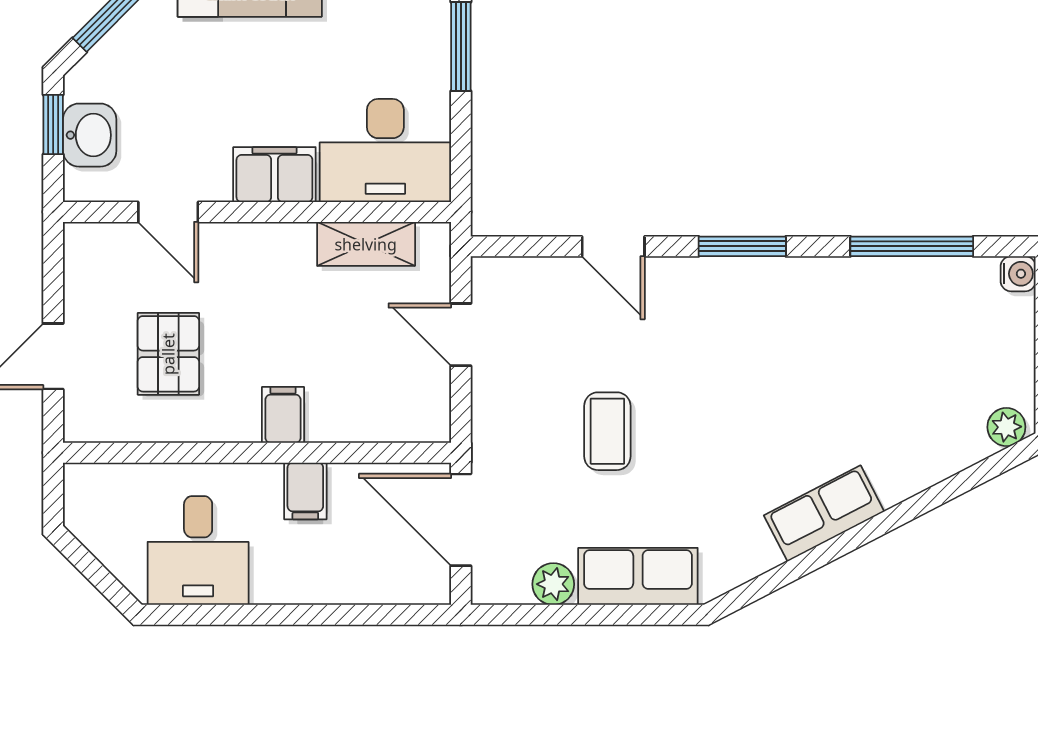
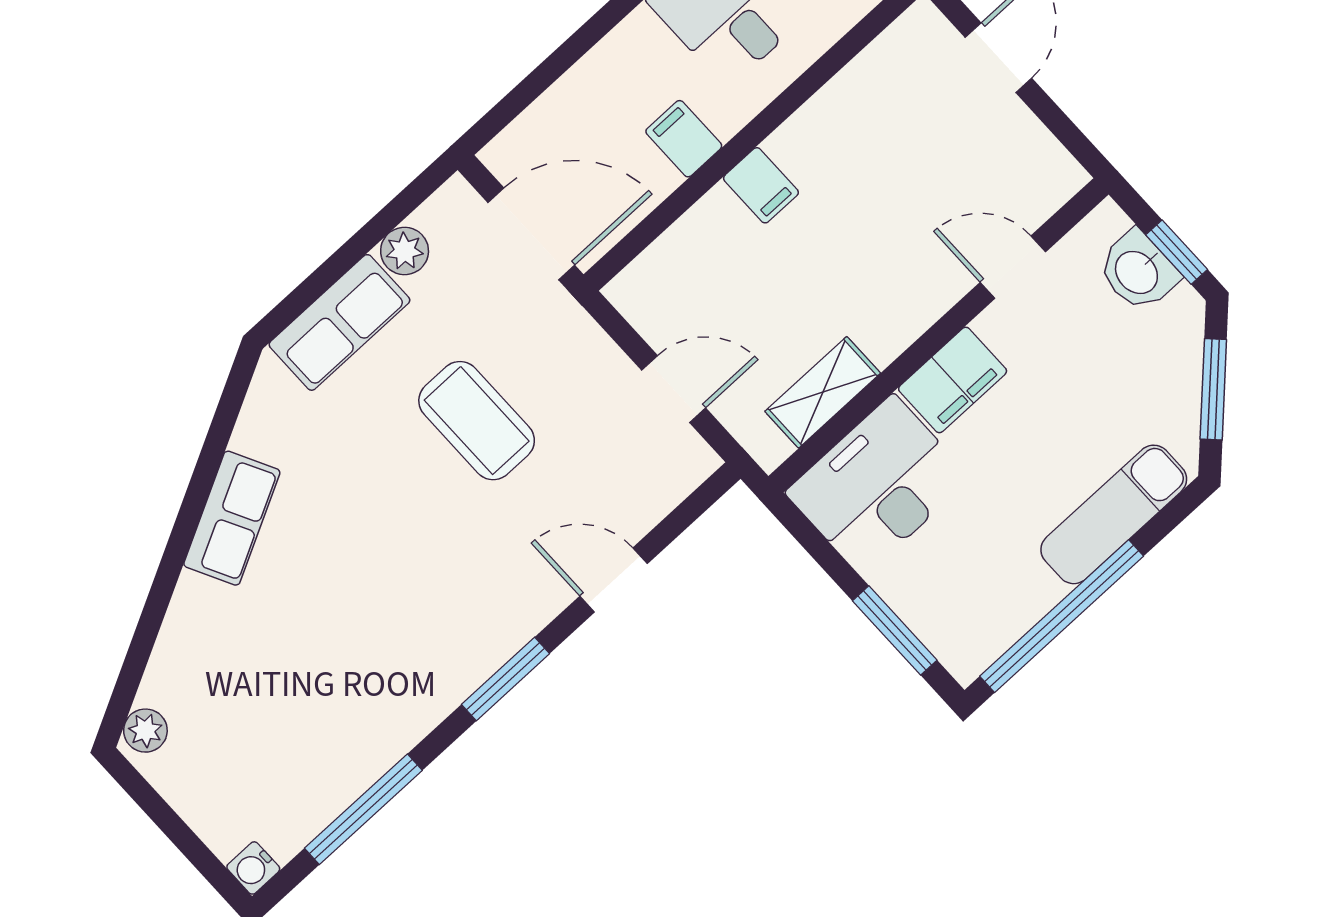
pallet: (168, 354) -> (904, 148), removed
coffee table: (607, 431) -> (477, 421), width x1.36, depth x1.30

